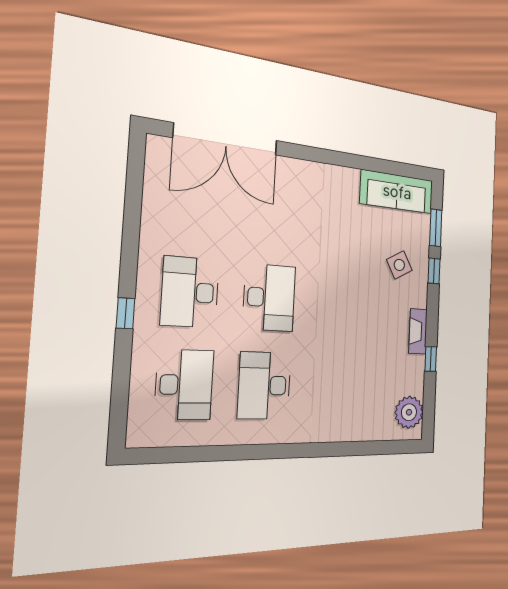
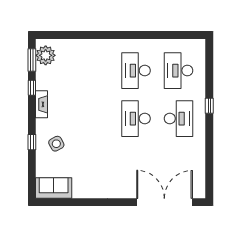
sofa: (397, 192) -> (54, 188), width x0.73
window: (436, 228) -> (32, 60), moved
desk: (264, 385) -> (136, 71), turned 180

